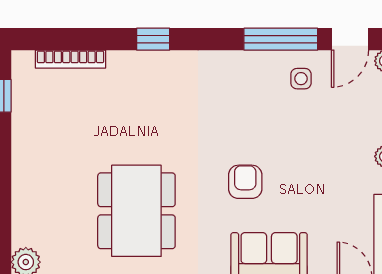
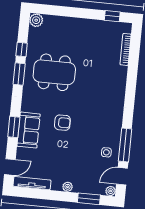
window: (153, 39) -> (131, 88), removed
door: (350, 39) -> (122, 176), hinge flipped

